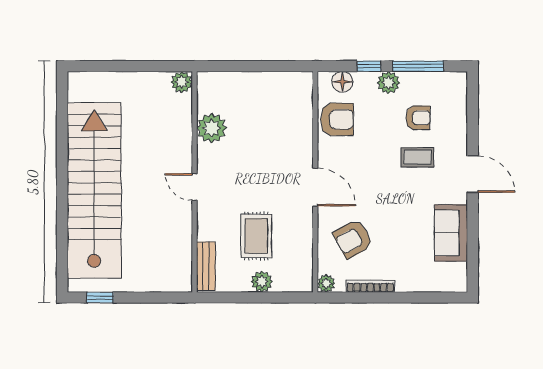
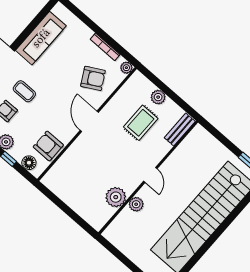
plant: (182, 82) -> (136, 204), moved
sofa: (451, 233) -> (41, 38), width x1.36

